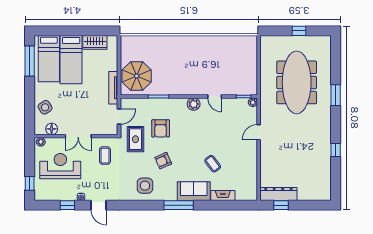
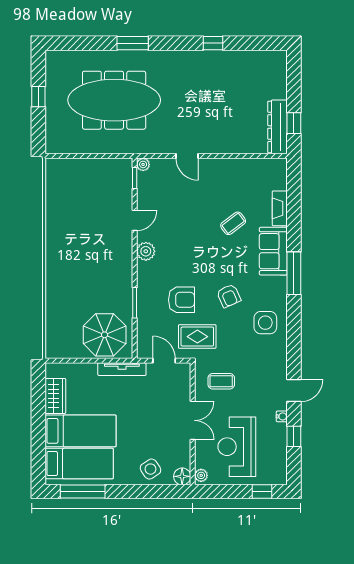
floor lamp: (52, 129) -> (182, 476), moved

